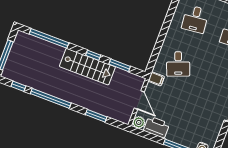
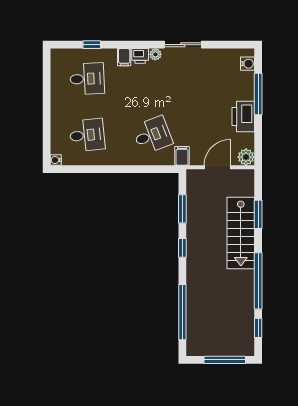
stairs: (87, 67) -> (241, 233), moved, turned 180
printer: (156, 127) -> (243, 117), moved

